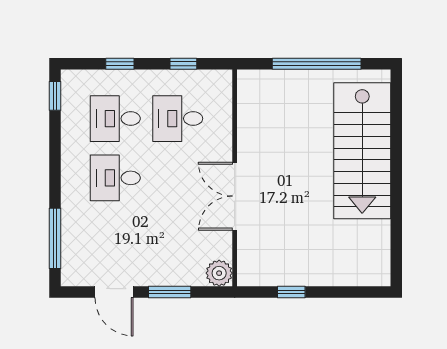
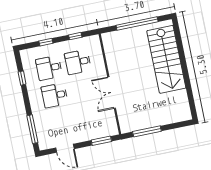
window: (55, 96) -> (22, 78), moved
plant: (219, 273) -> (112, 130), removed
window: (170, 292) -> (101, 141), moved
window: (291, 292) -> (147, 131), width x2.17

